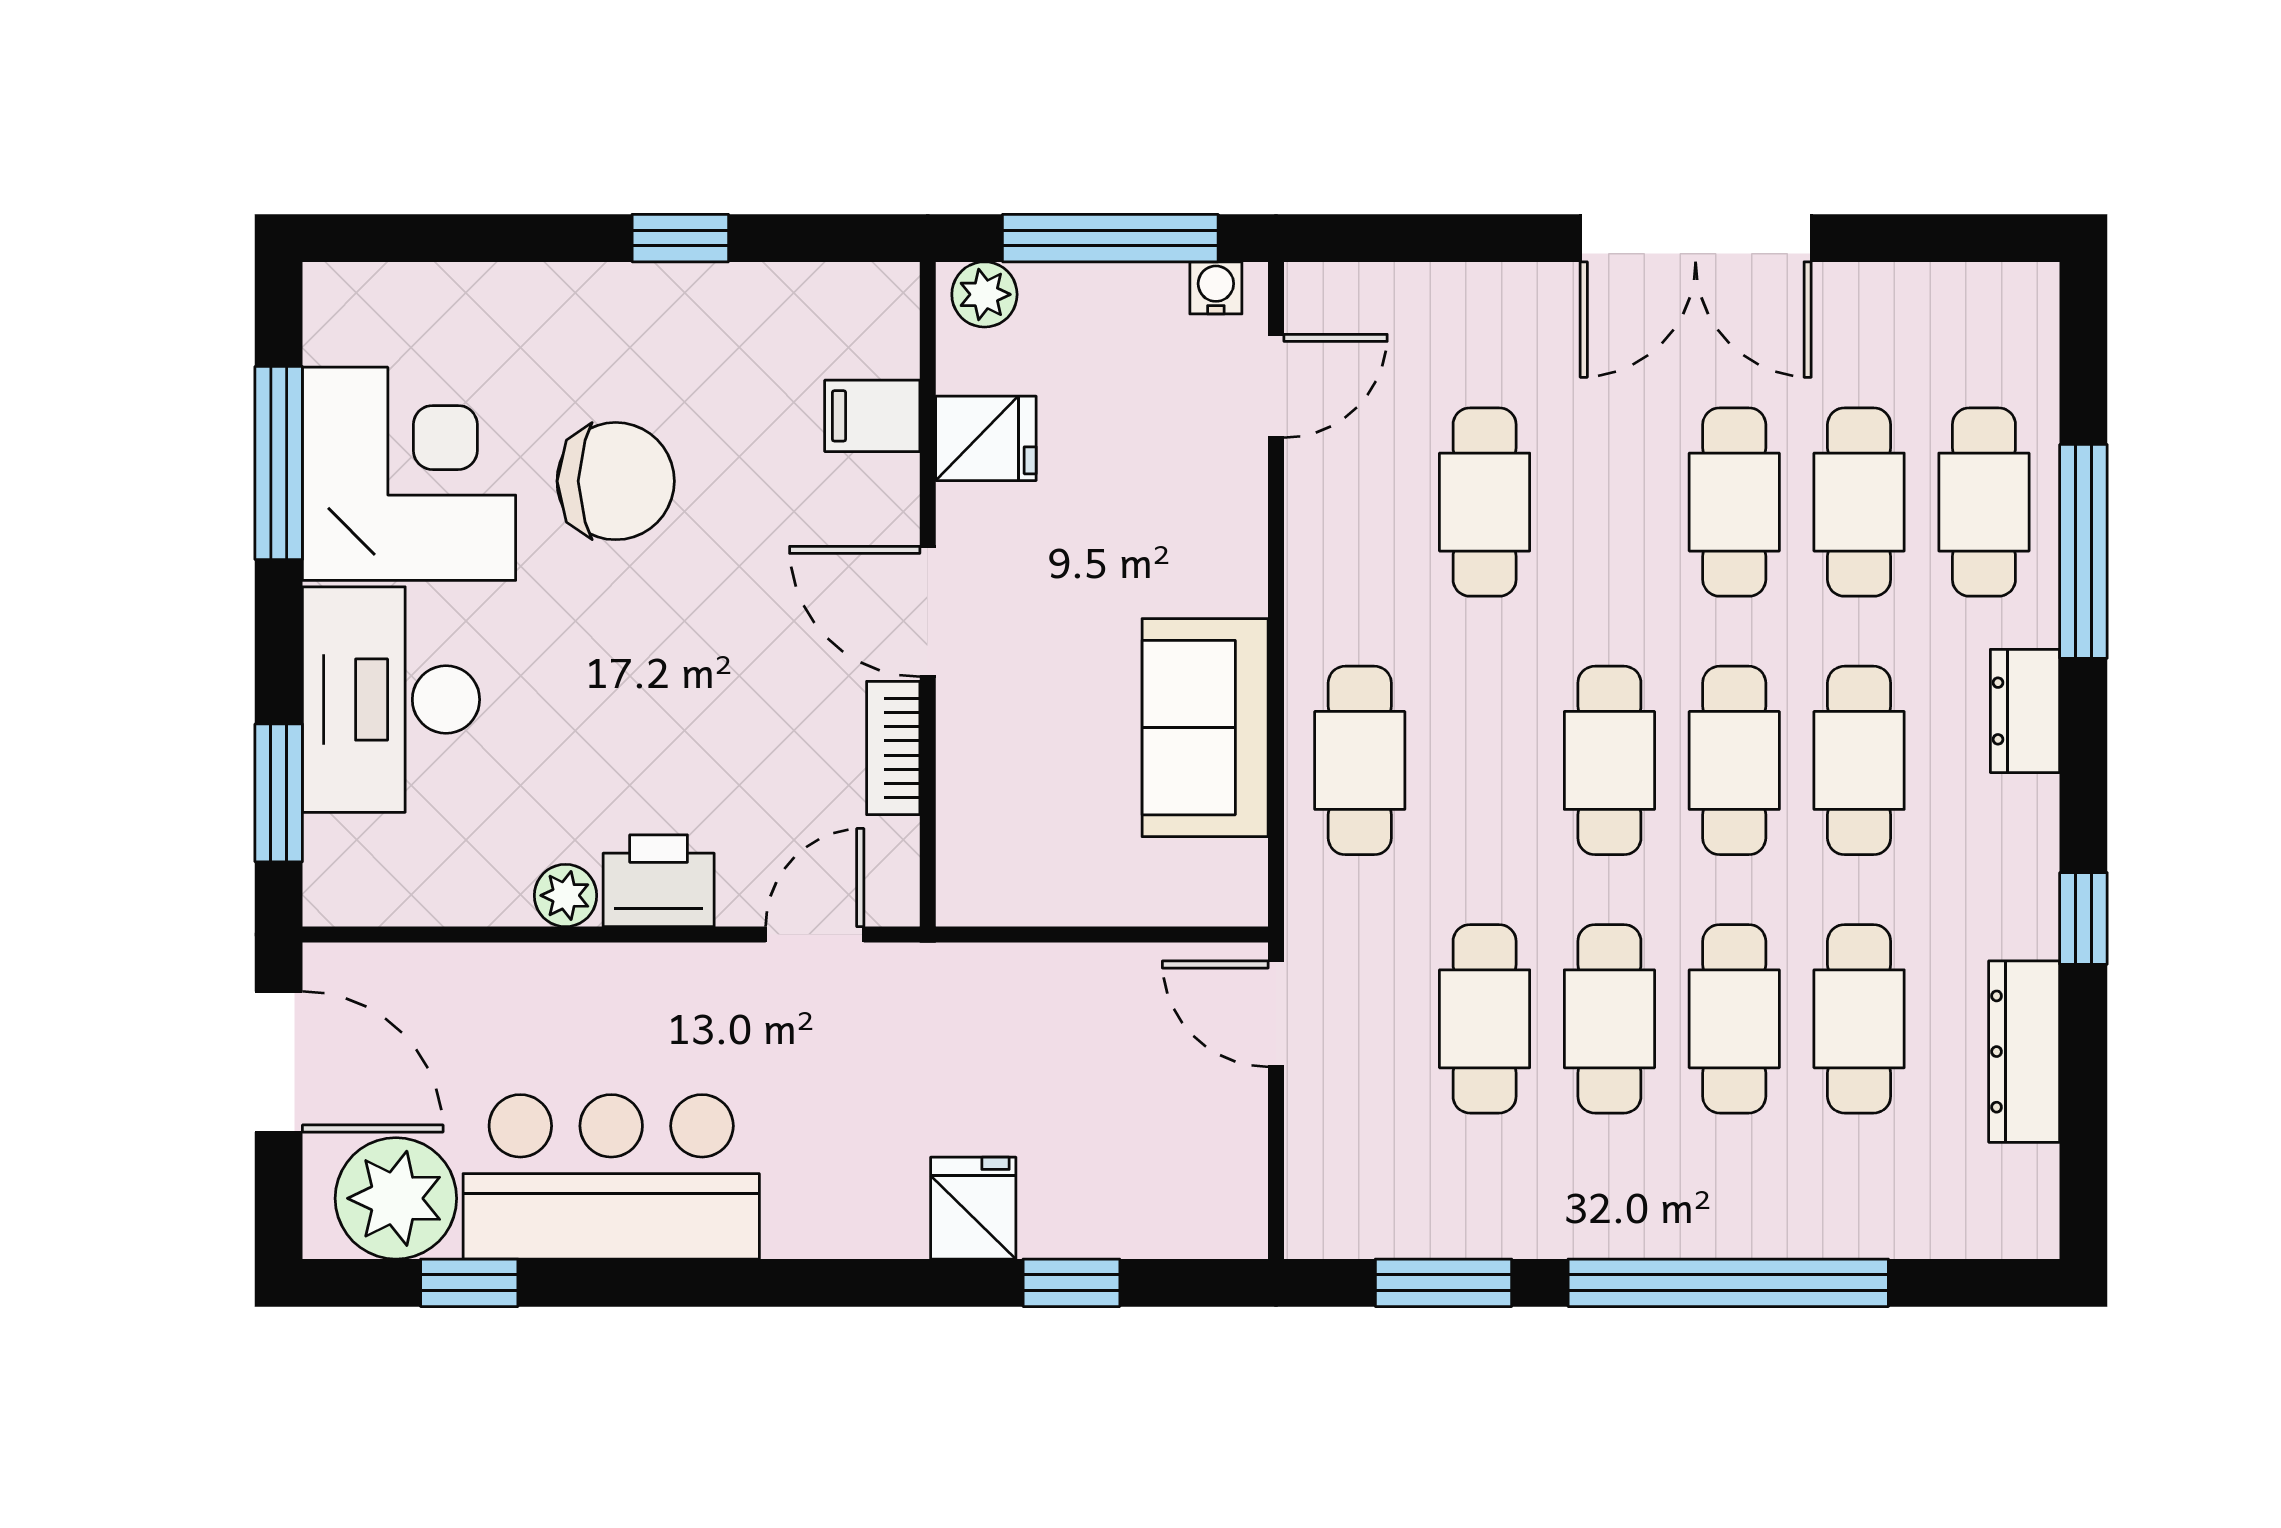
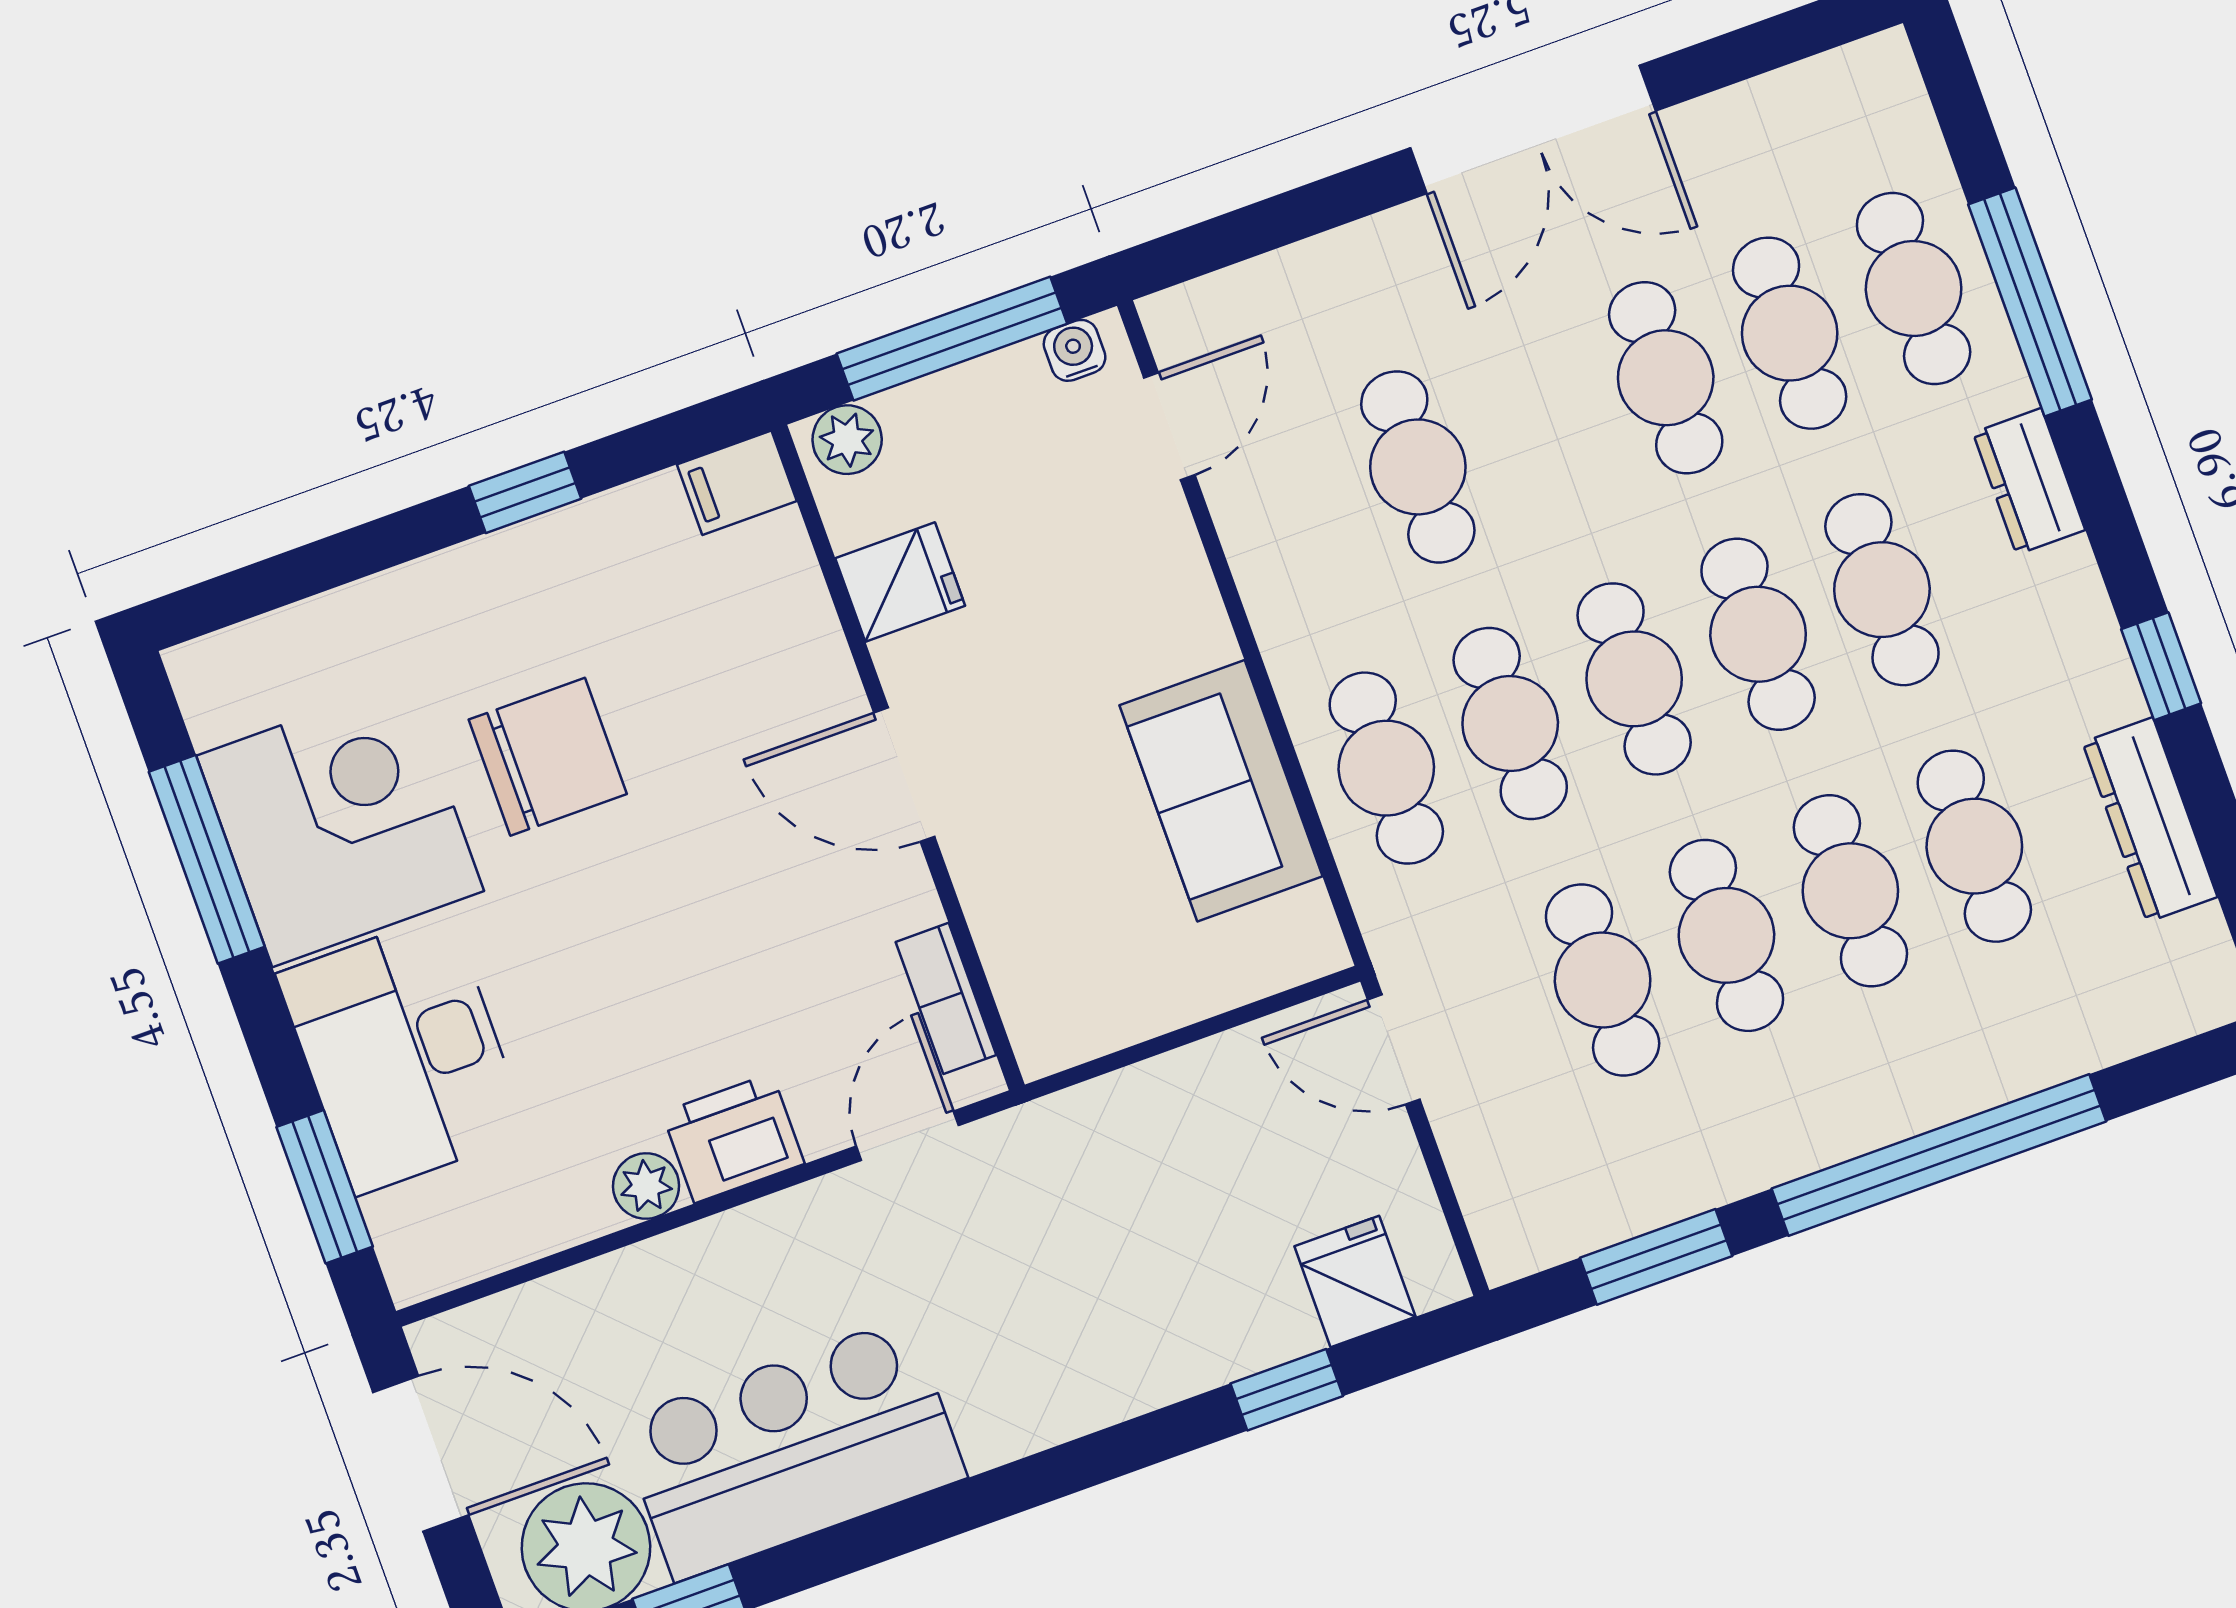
filing cabinet: (872, 416) -> (737, 483), moved
bookcase: (893, 748) -> (946, 998), moved
cafe table: (1485, 760) -> (1510, 723), added
fridge: (973, 1208) -> (1355, 1281), moved

